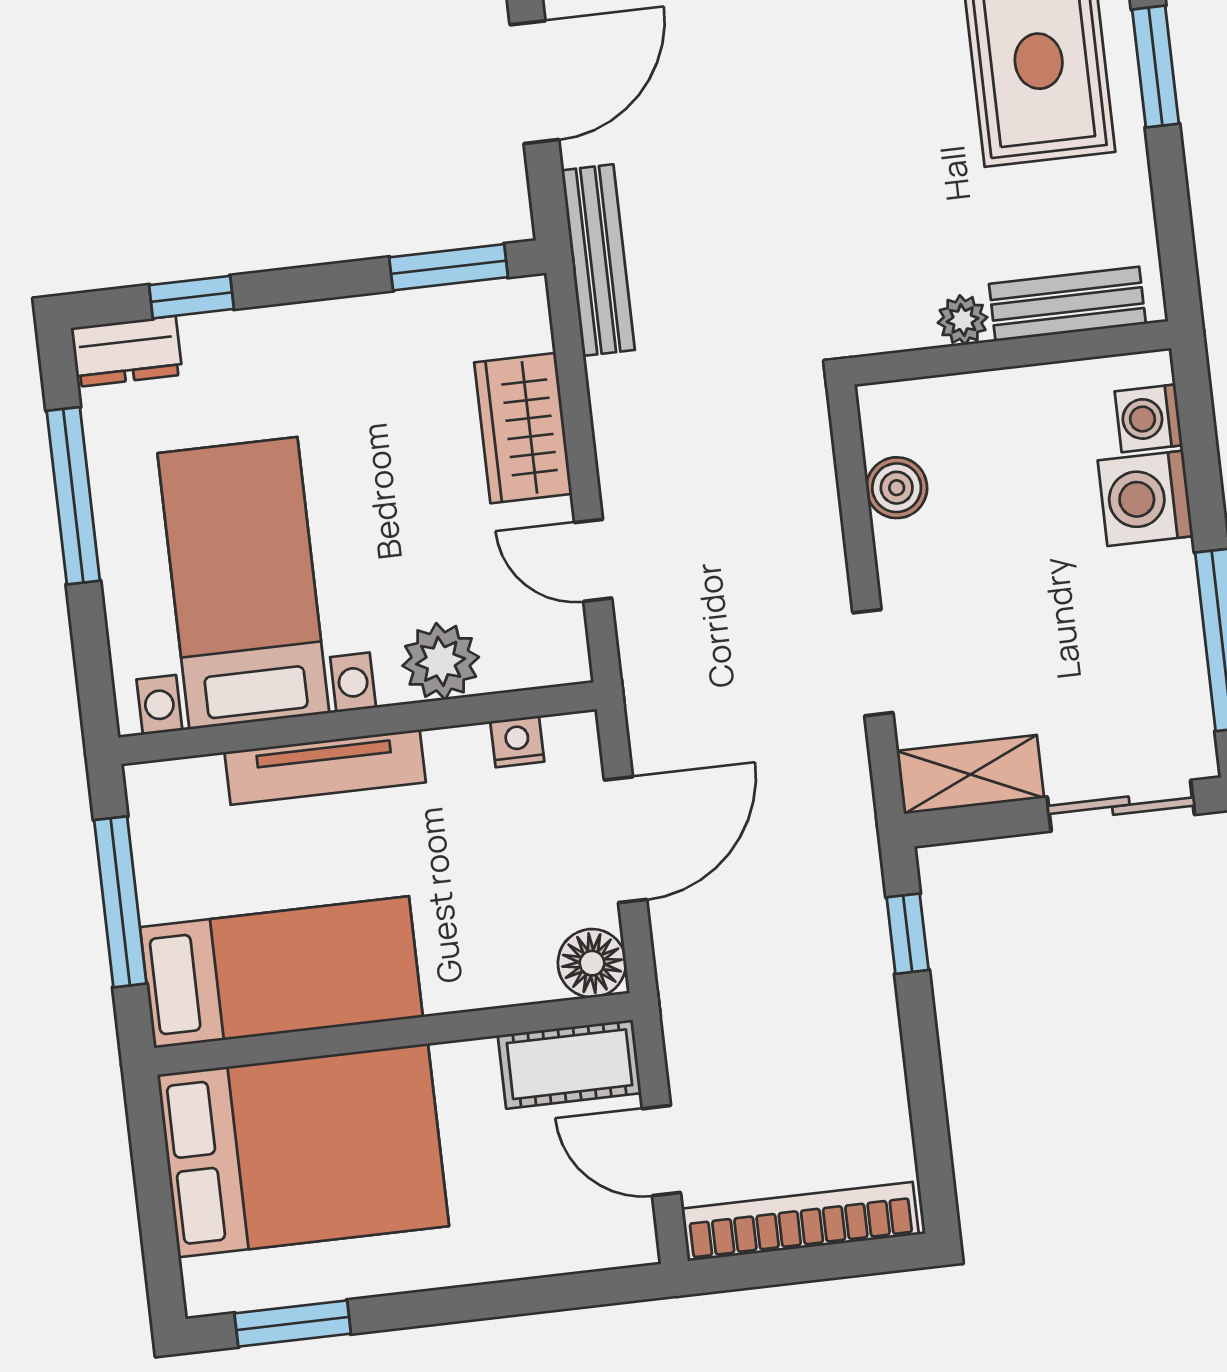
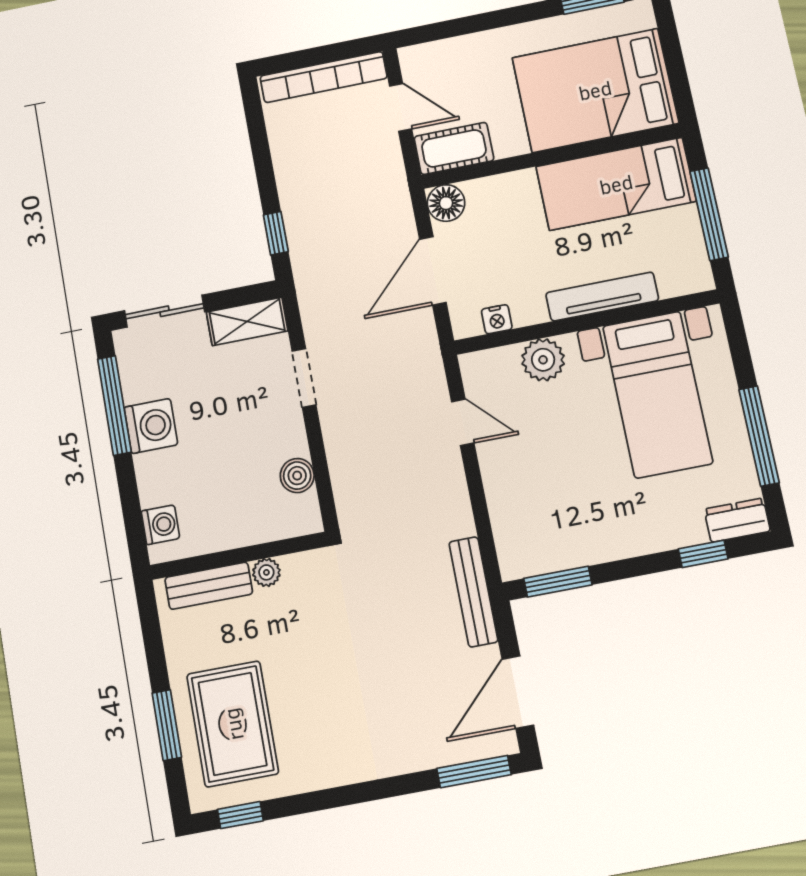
wardrobe: (523, 428) -> (508, 493), removed
washing machine: (1145, 498) -> (151, 426), moved

